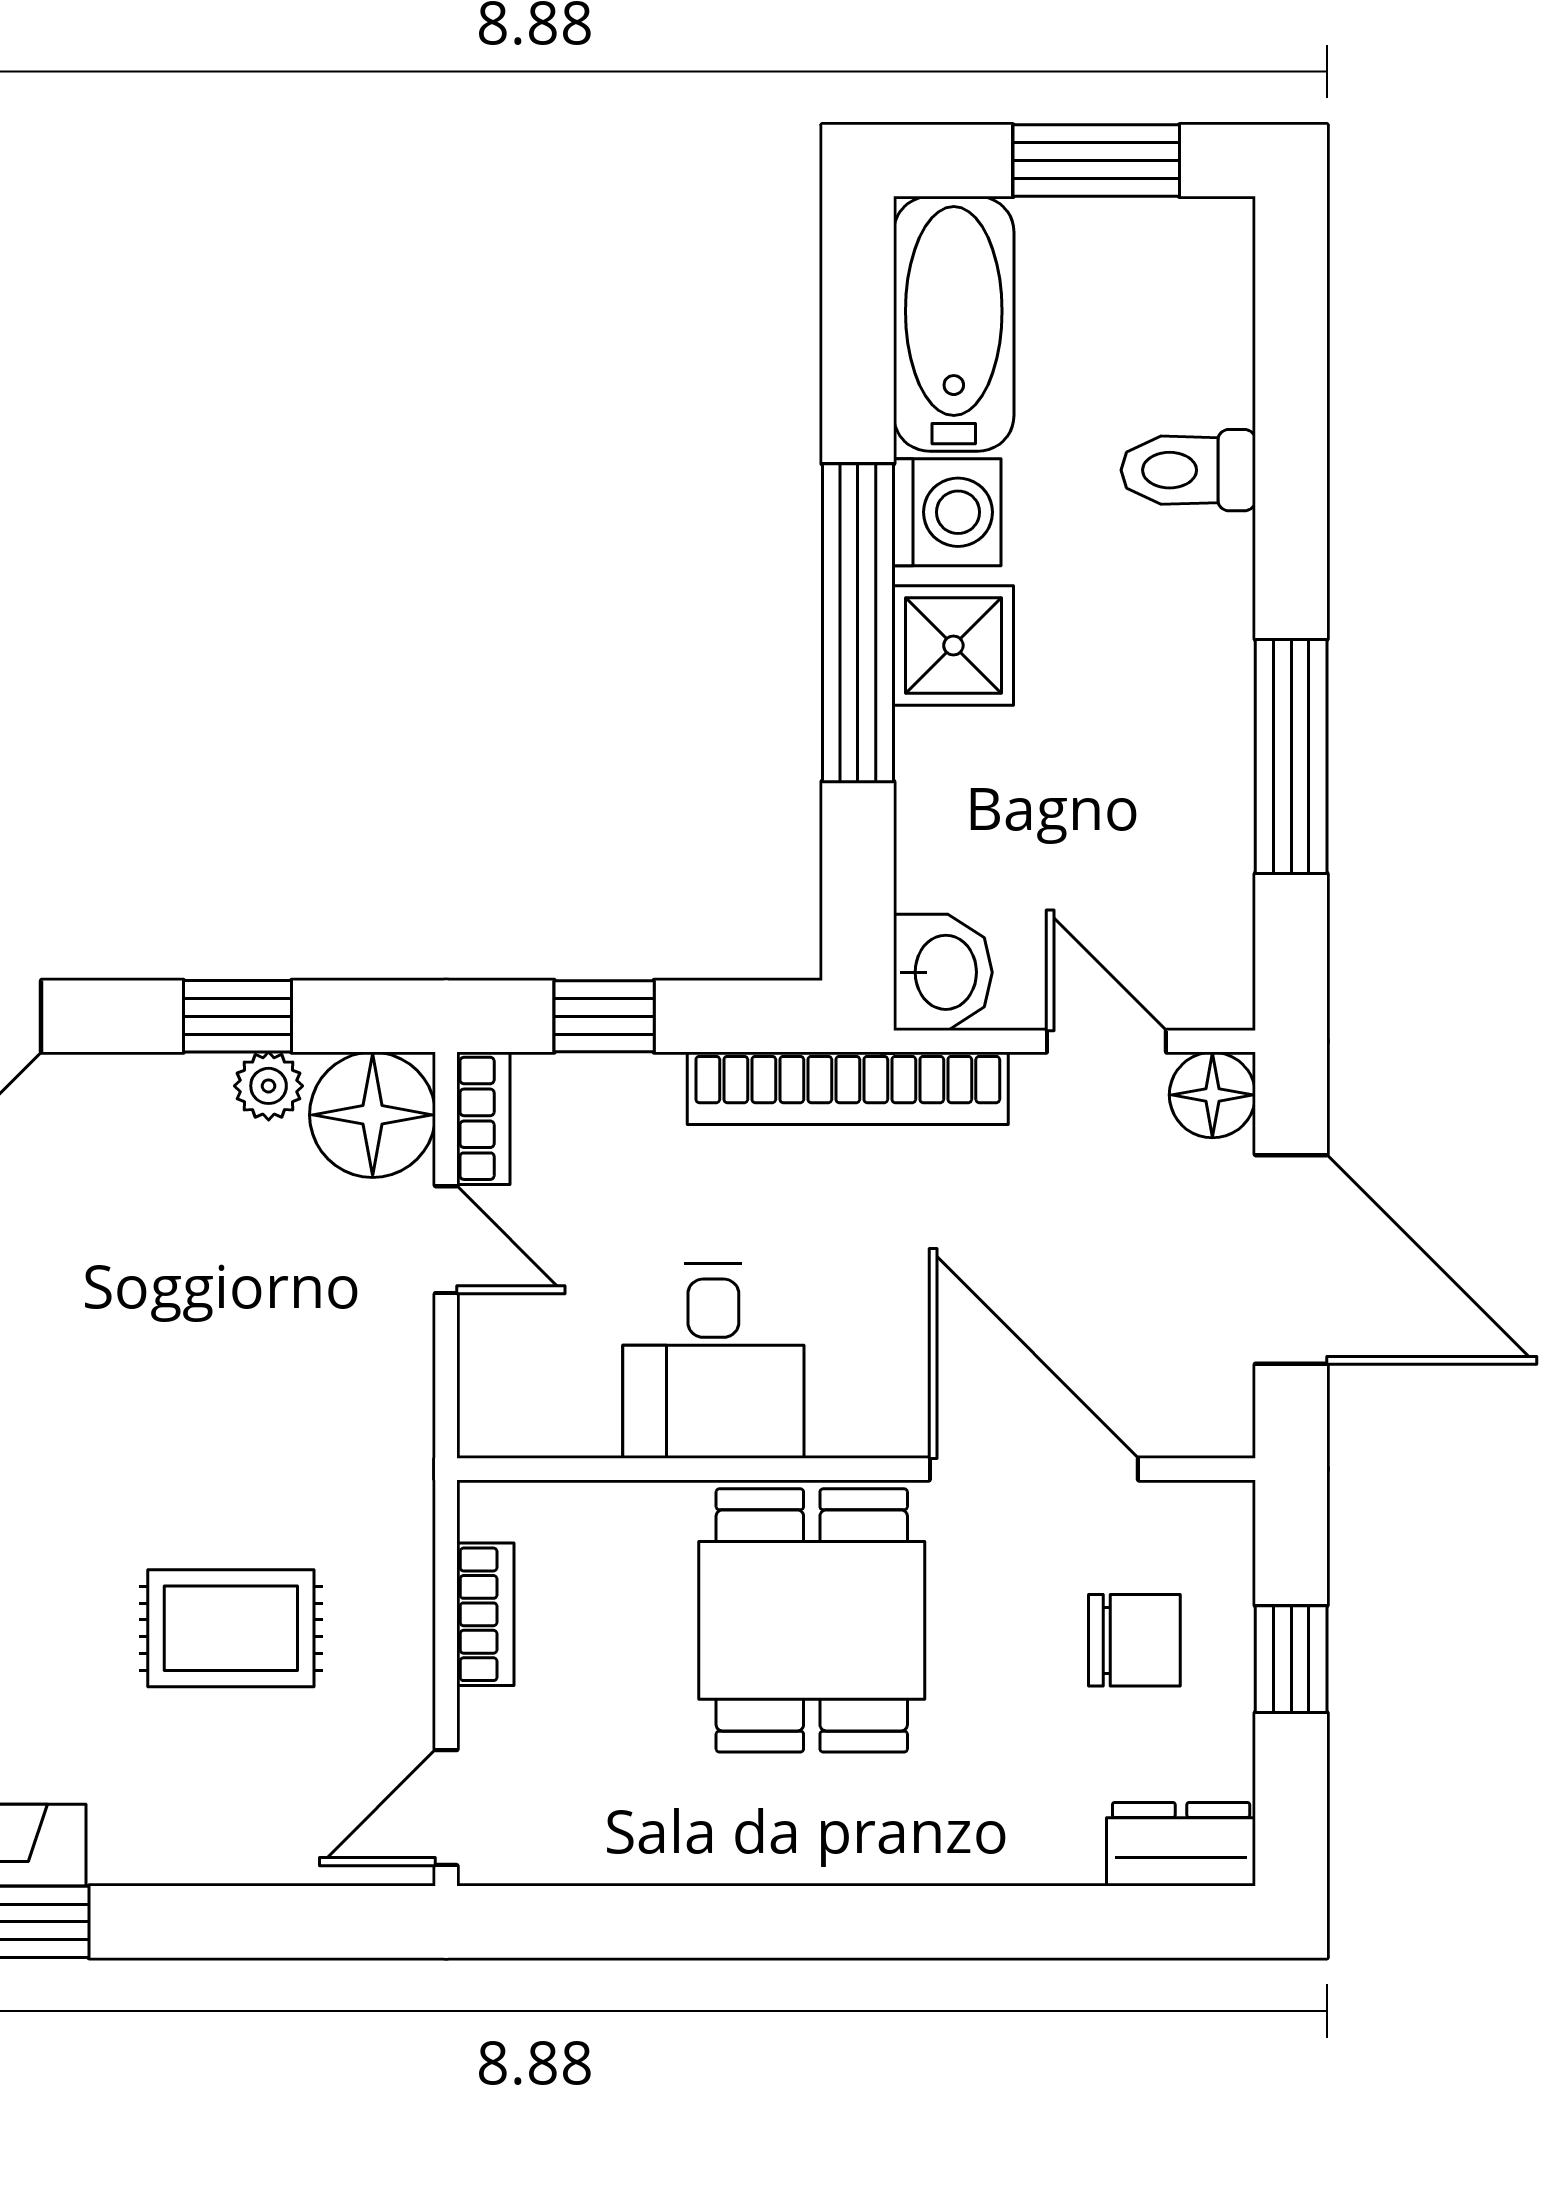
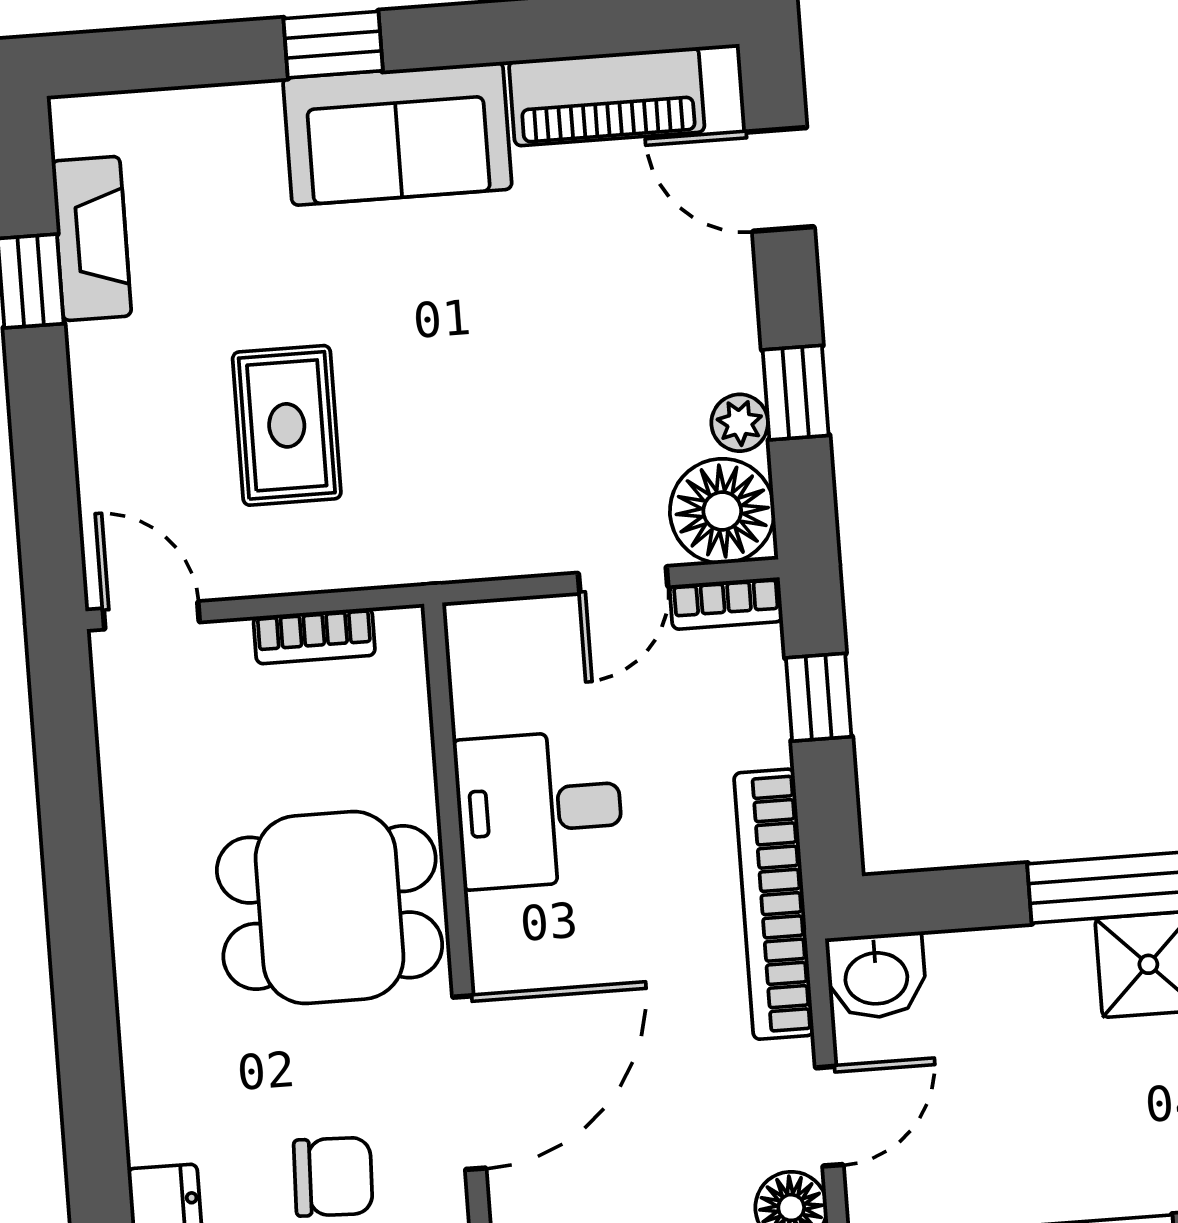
chair: (1134, 1640) -> (333, 1177), turned -88

